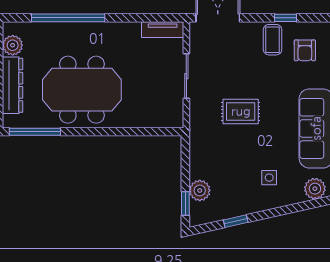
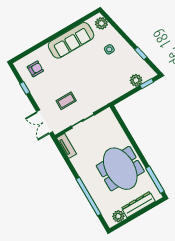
coffee table: (273, 40) -> (66, 101), moved
rug: (241, 111) -> (85, 83), removed

